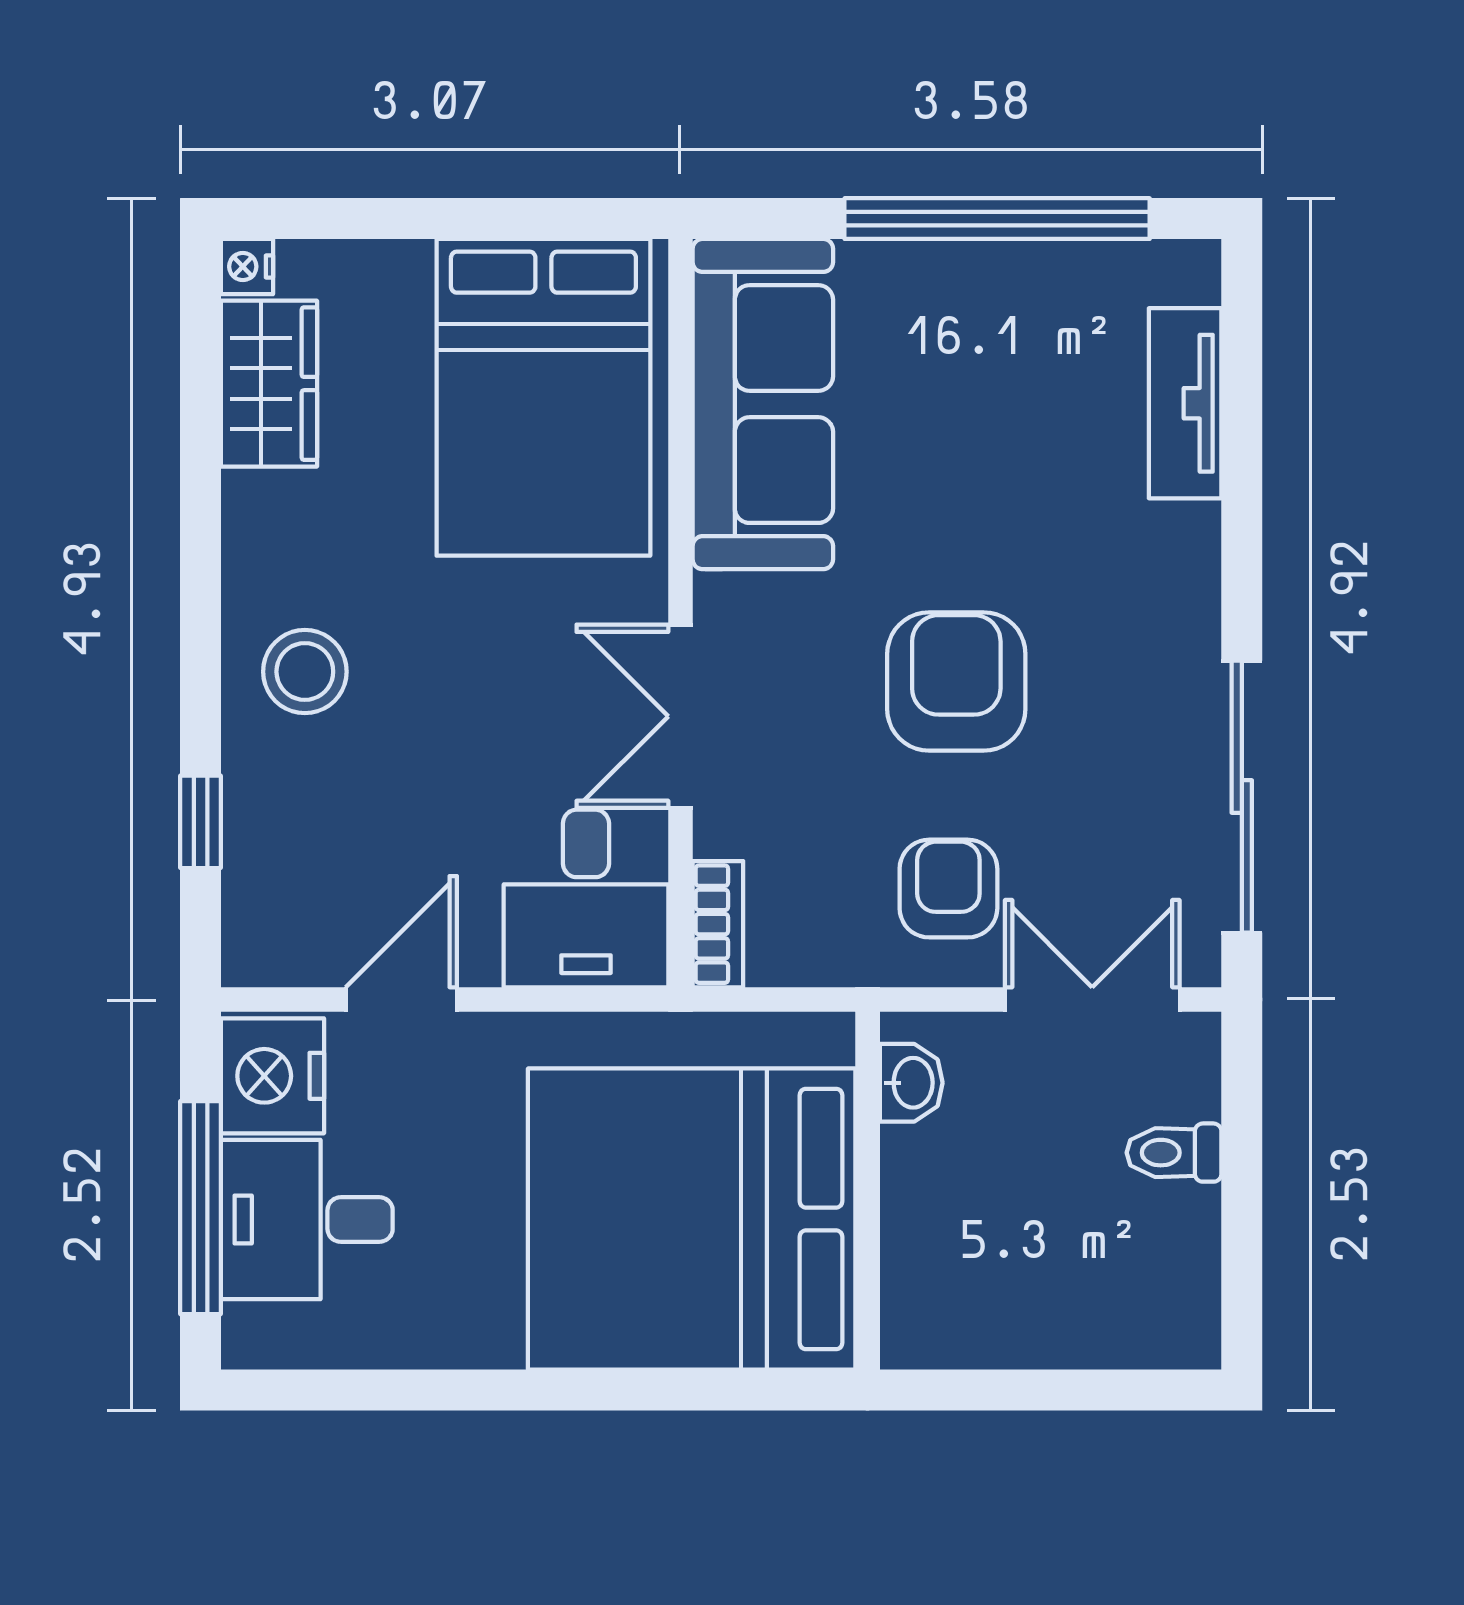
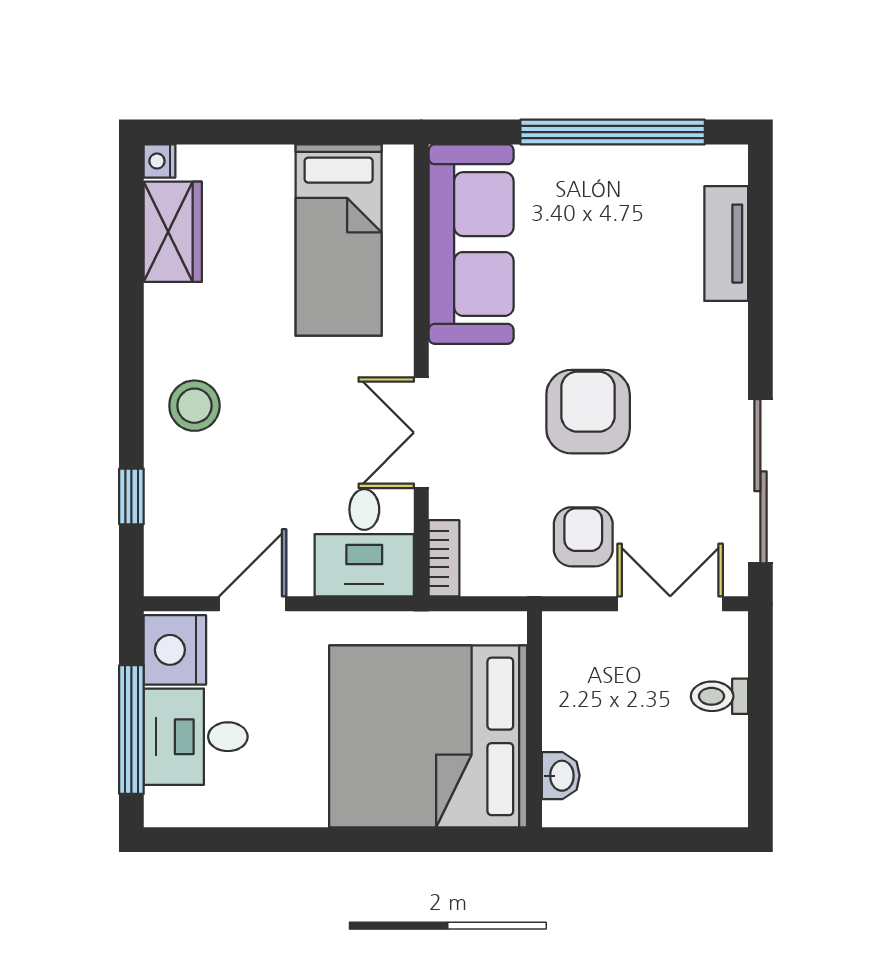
bed: (543, 397) -> (339, 240), width x0.67
washbasin: (911, 1083) -> (561, 776), moved

